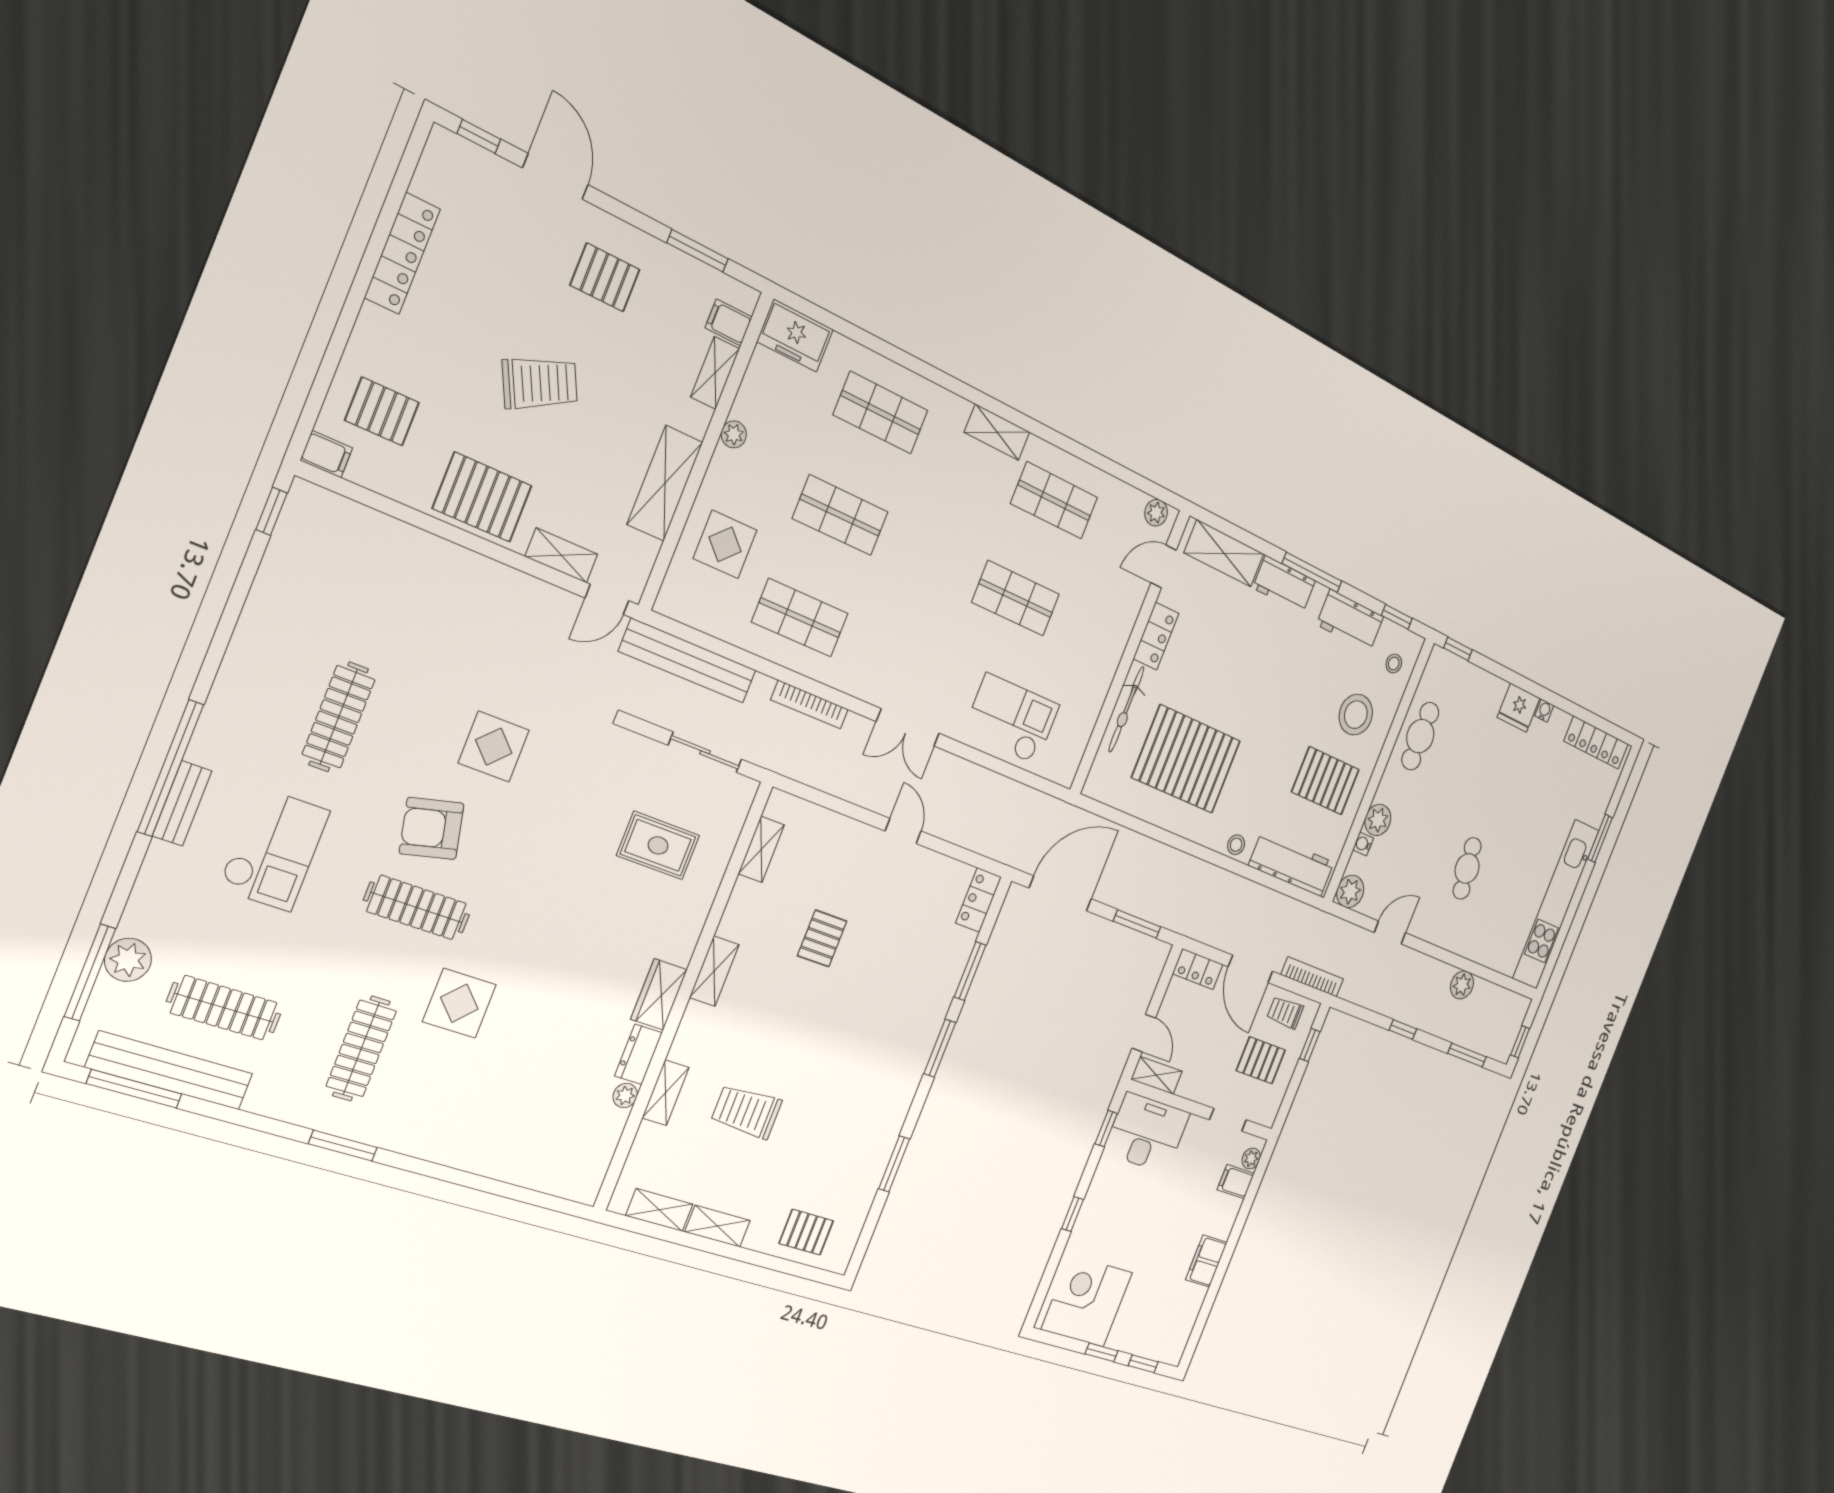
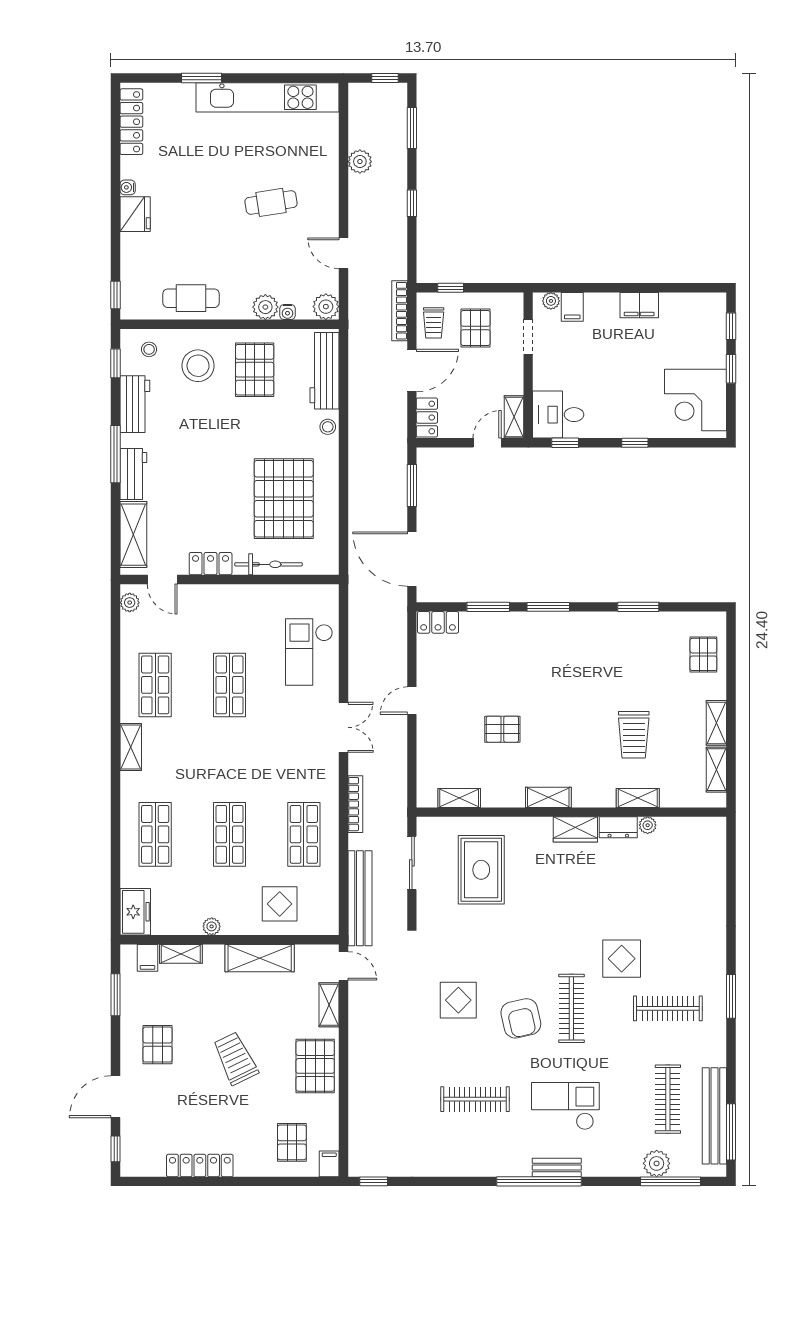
rug: (658, 845) -> (481, 870), width x1.36, depth x1.43
desk: (1147, 1133) -> (558, 415), width x0.73

